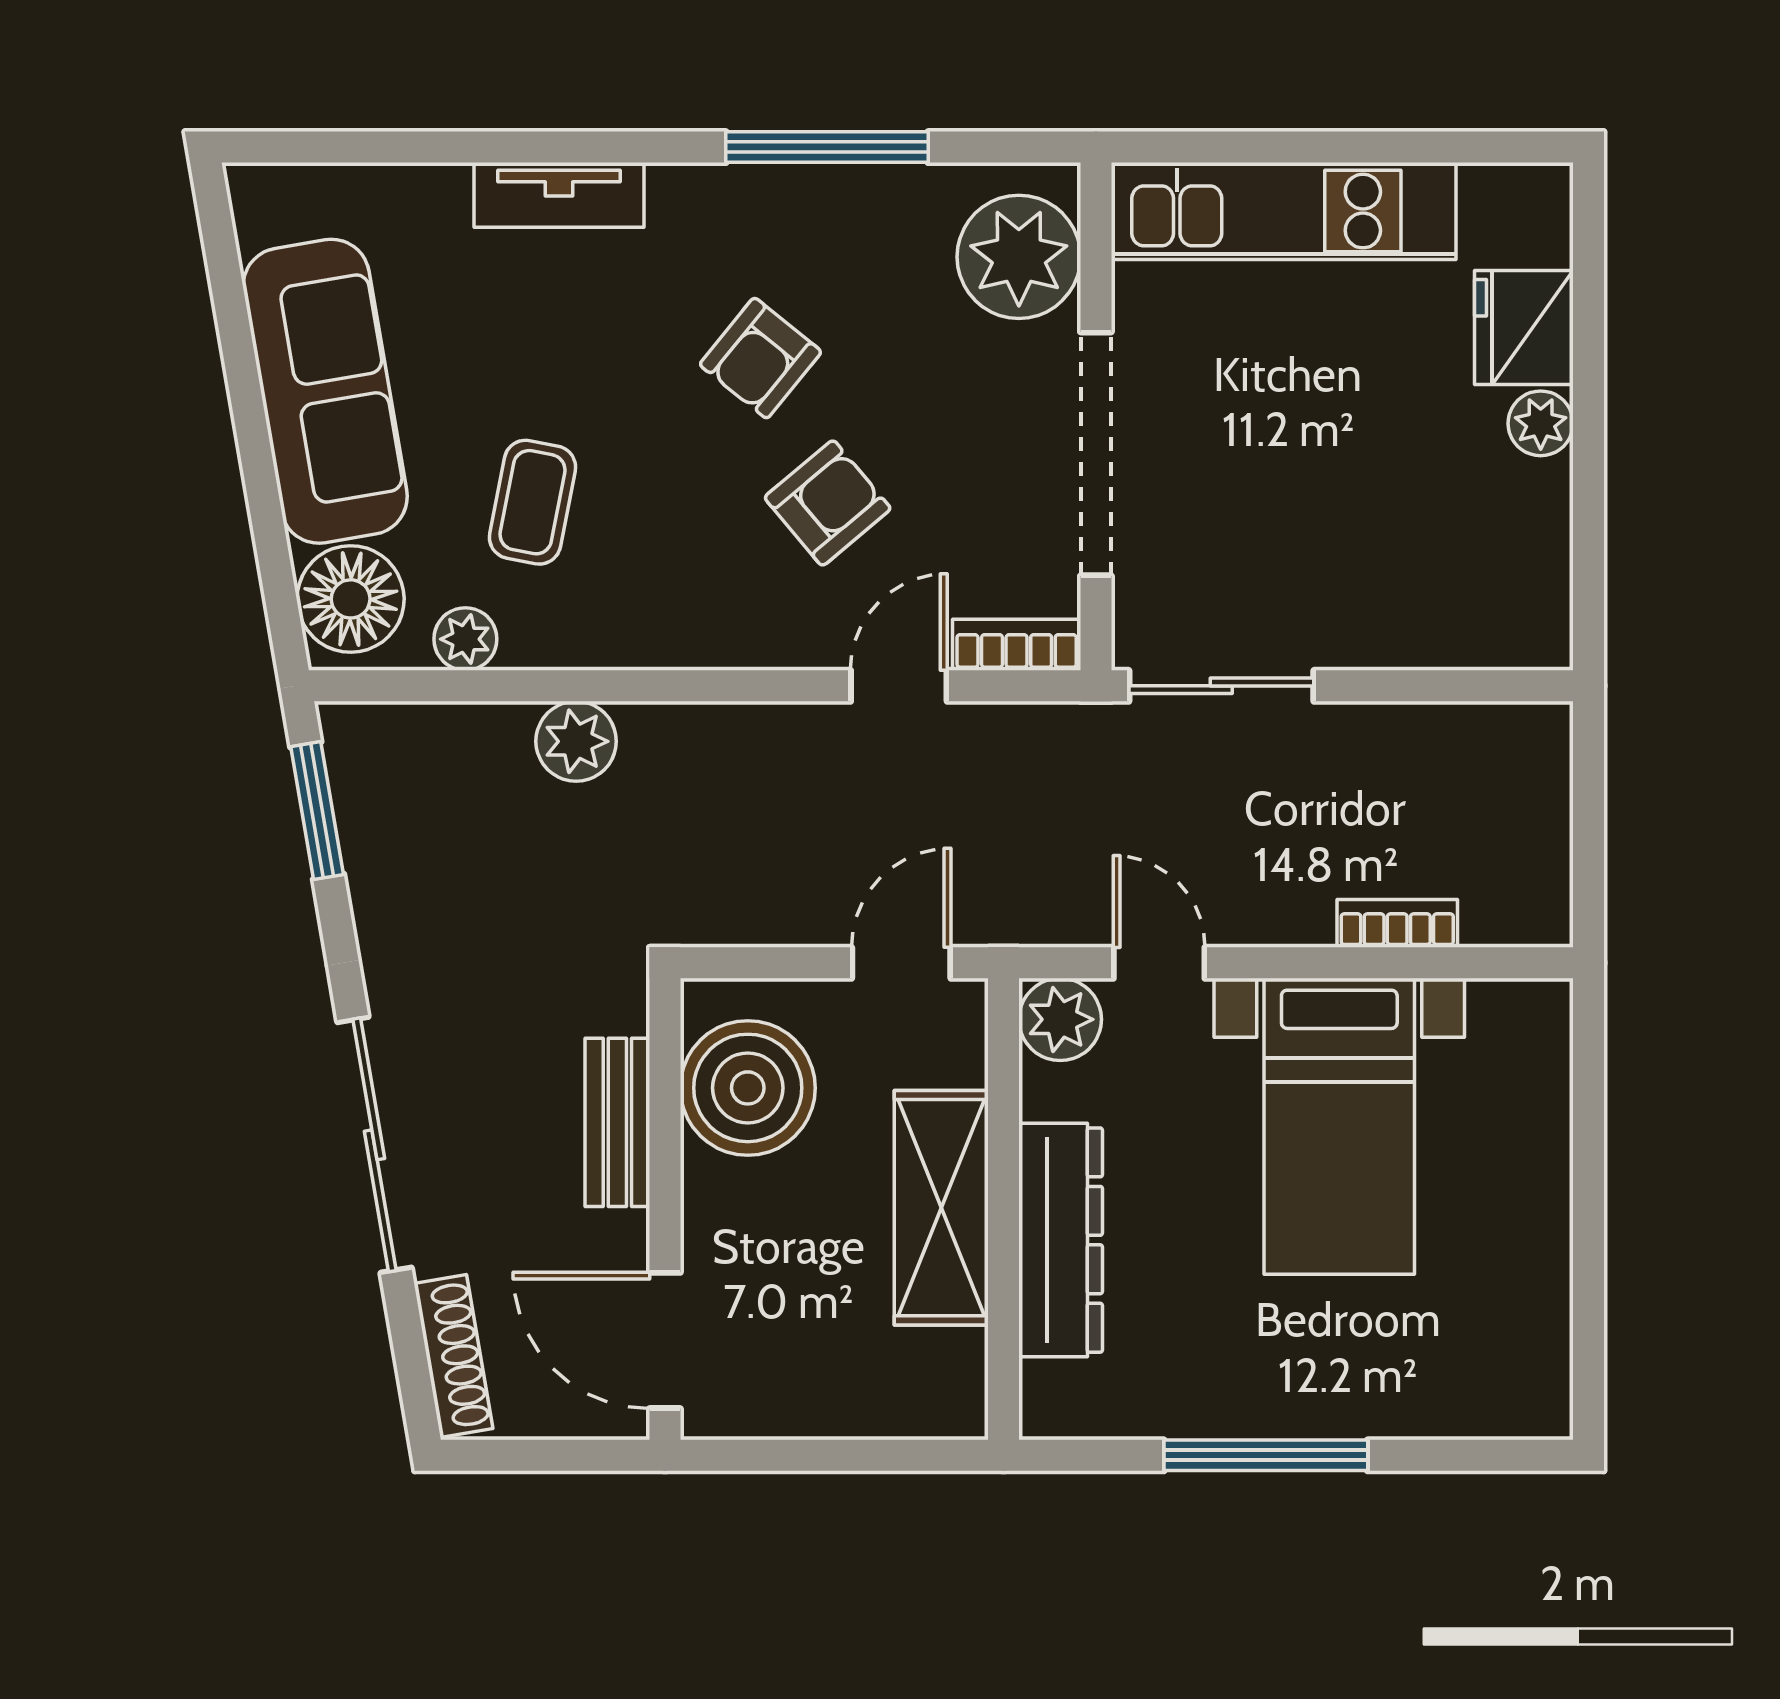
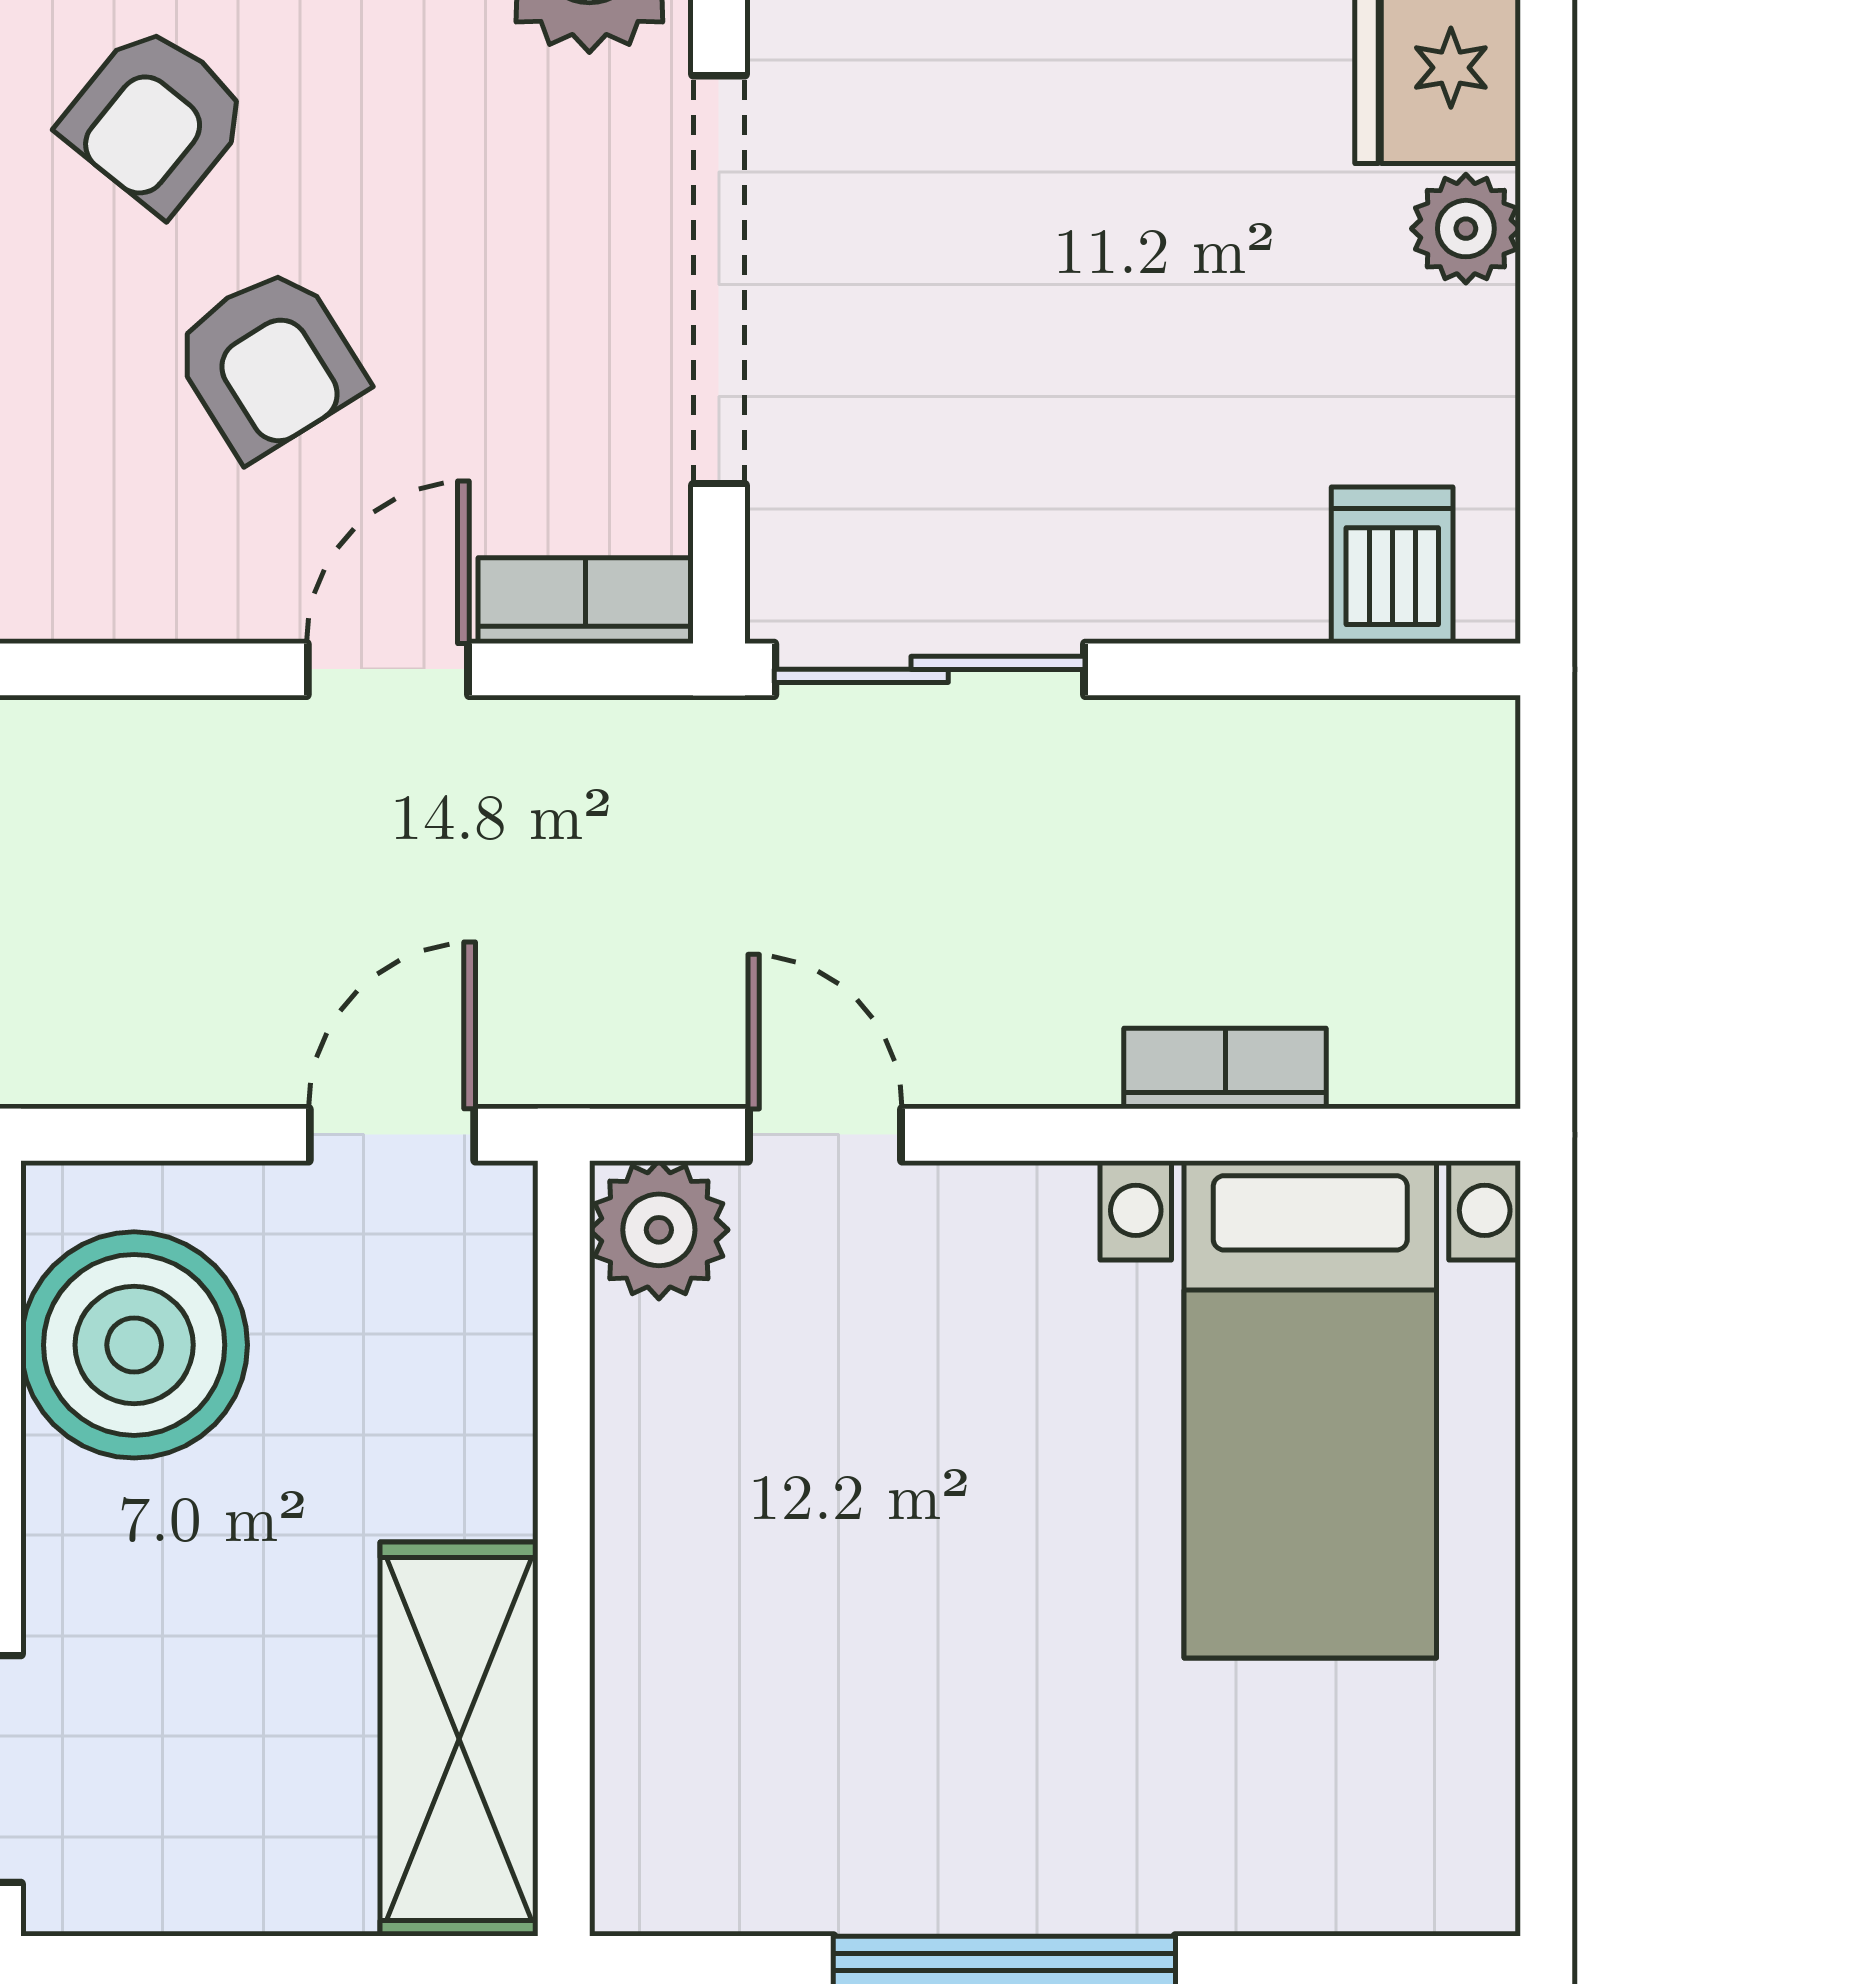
armchair: (828, 503) -> (268, 362), turned 98
dishwasher: (1497, 624) -> (1392, 565), added
bed with nightstands: (1339, 1126) -> (1310, 1409), moved
shelving: (941, 1208) -> (459, 1739), moved
dresser: (1061, 1240) -> (660, 1600), removed

